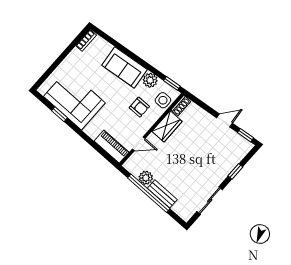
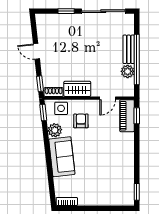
corner sofa: (74, 100) -> (117, 172), removed
window: (60, 114) -> (137, 192), moved
window: (245, 135) -> (40, 84), moved
door: (139, 144) -> (108, 98), swing flipped
window: (105, 154) -> (137, 116), added
sliding door: (210, 201) -> (103, 11), width x1.37

